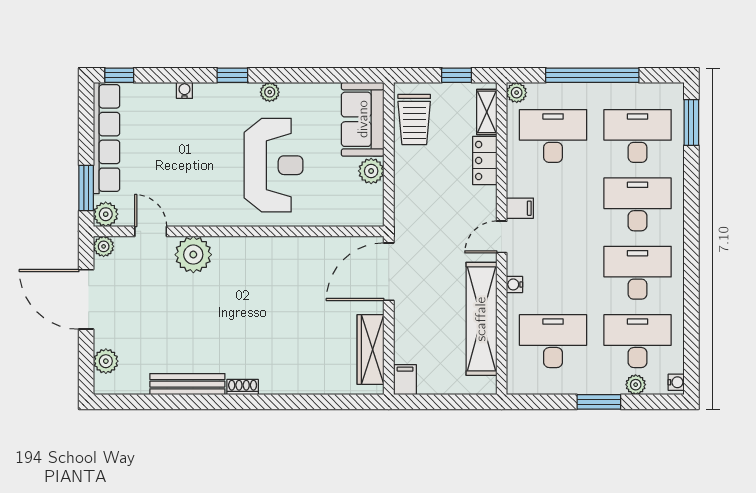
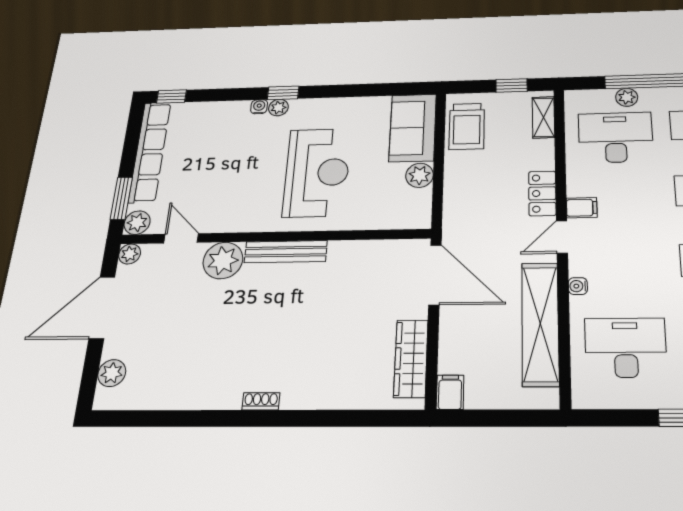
water cooler: (184, 90) -> (259, 107), moved
plant: (270, 92) -> (278, 108), moved
plant: (517, 93) -> (627, 97), moved
locker: (485, 160) -> (542, 193), moved
door: (389, 272) -> (435, 275), swing flipped
door: (86, 299) -> (102, 308), hinge flipped
bench: (187, 384) -> (286, 252), moved

